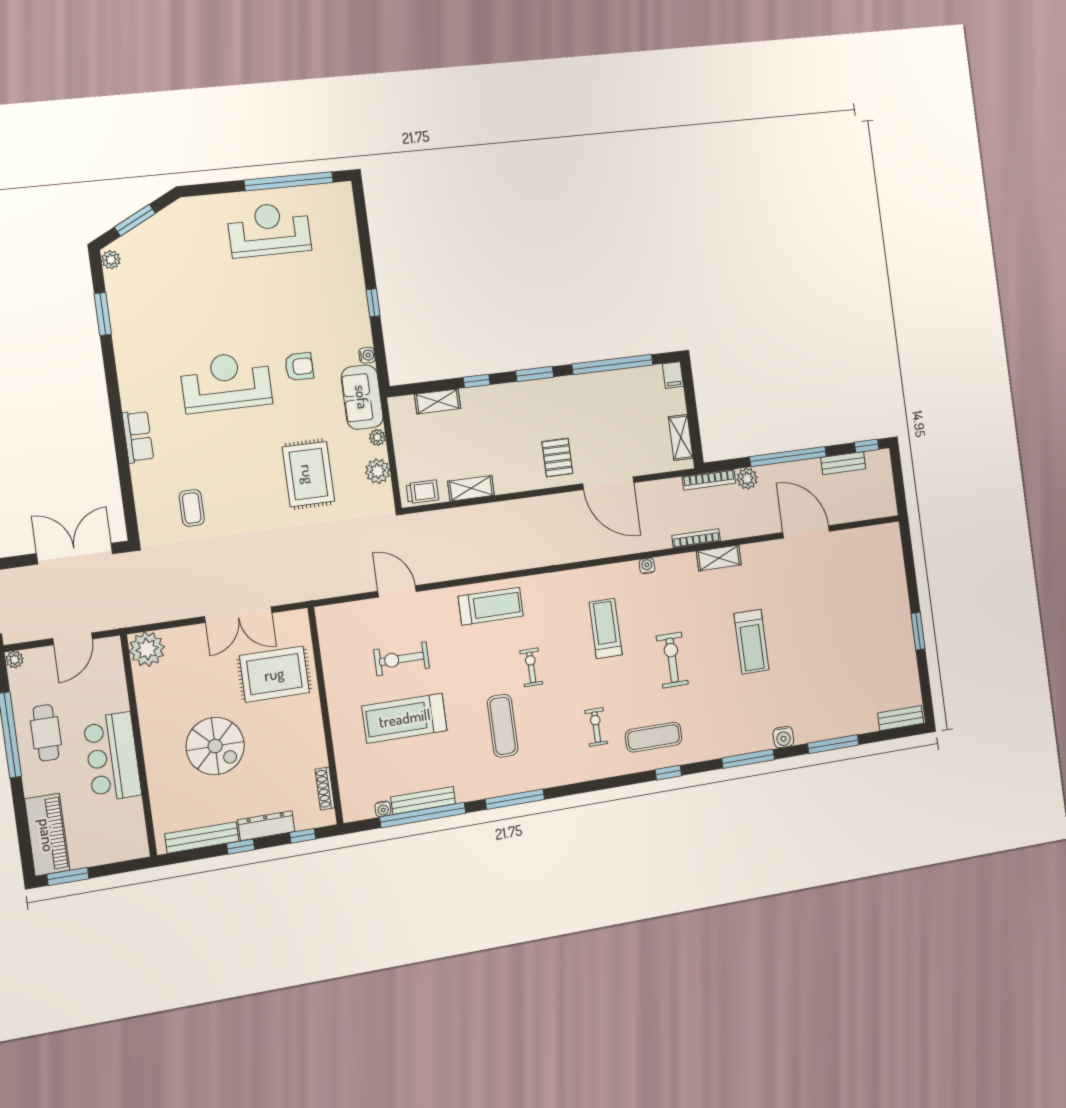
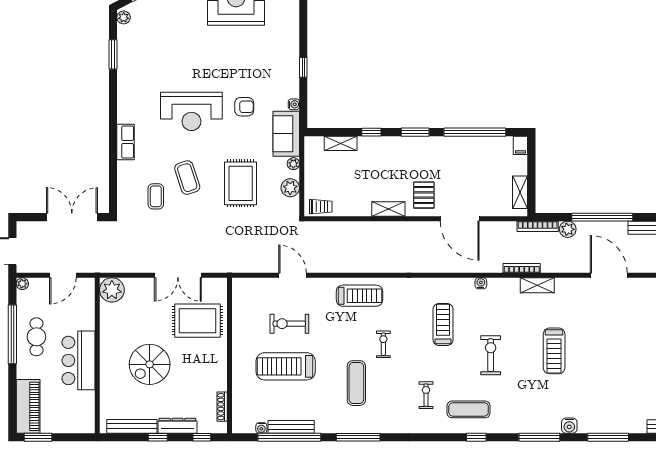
reception desk: (226, 382) -> (191, 111), turned 180
coffee table: (233, 476) -> (187, 178), added
shelving: (471, 488) -> (388, 209), moved
spiral stairs: (215, 746) -> (150, 364), turned 90

